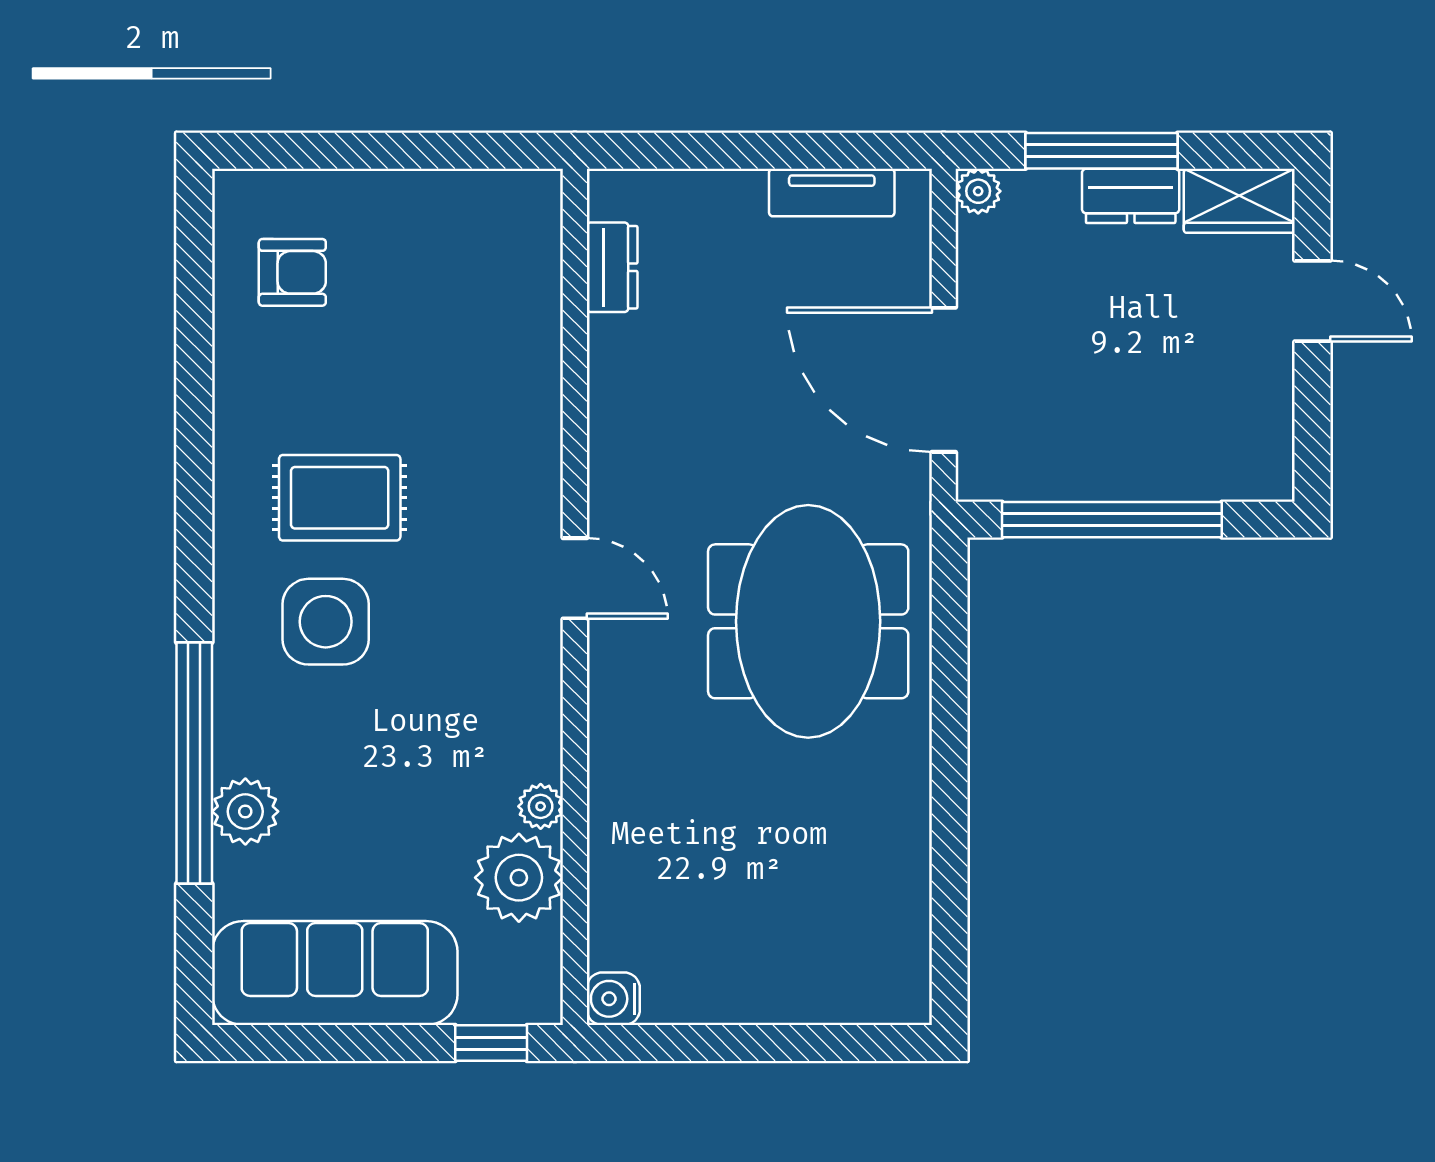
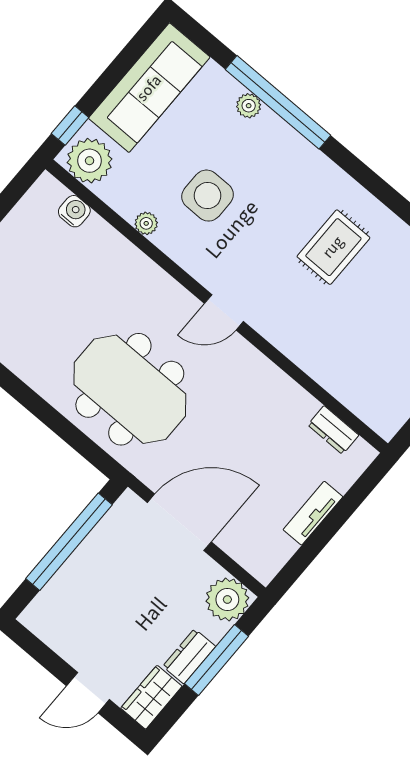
plant: (978, 191) -> (227, 599), width x1.88, depth x1.88
tv unit: (832, 193) -> (313, 513), moved
side table: (326, 622) -> (207, 196), moved
plant: (245, 811) -> (249, 106), width x0.73, depth x0.73
plant: (519, 878) -> (90, 161), moved
water cooler: (613, 999) -> (74, 211), moved

